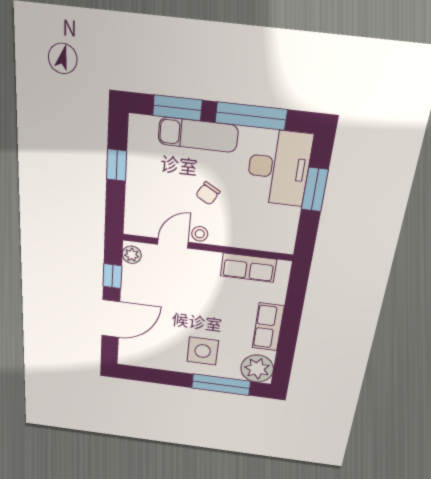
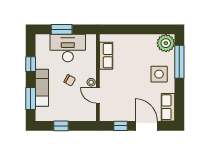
window: (251, 116) -> (31, 64), width x0.46
desk: (279, 168) -> (68, 48), moved
plant: (132, 255) -> (107, 116), removed
row of seats: (268, 327) -> (168, 107), moved, turned 90

